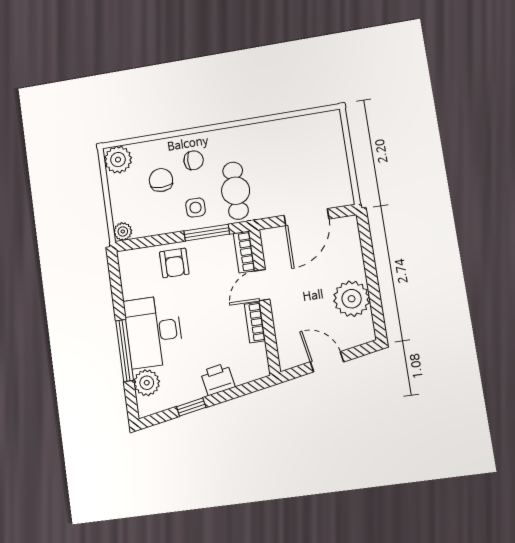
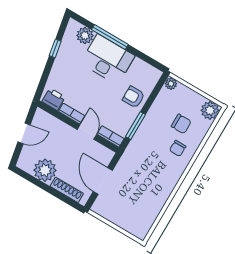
cafe table: (236, 191) -> (145, 157), removed
side table: (196, 208) -> (153, 130), removed
shoe rack: (354, 252) -> (67, 190), added
printer: (218, 379) -> (54, 99), moved, turned -80

